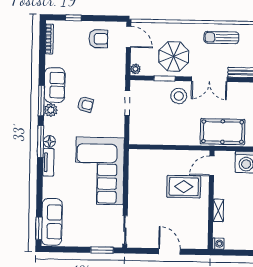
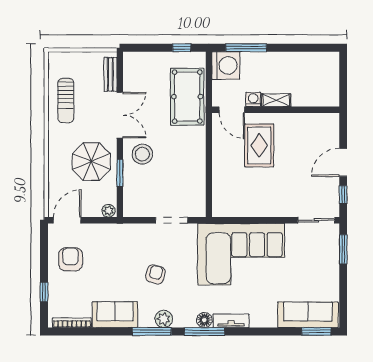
sofa: (55, 85) -> (115, 315), moved
doorway: (127, 103) -> (171, 220), moved
shelving: (218, 210) -> (276, 100), moved
washing machine: (218, 244) -> (253, 99), moved
window: (144, 251) -> (343, 195), added

